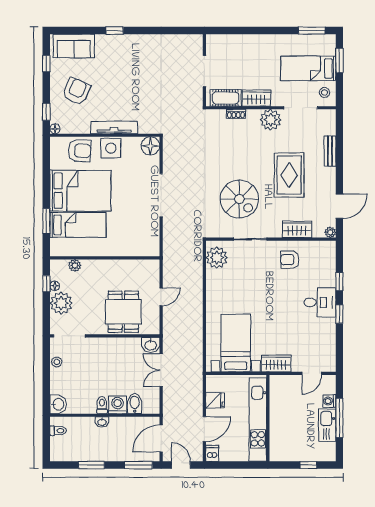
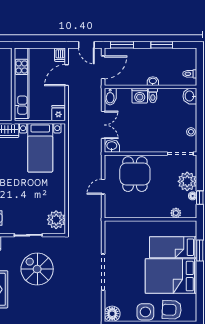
fridge: (215, 400) -> (58, 113), moved, turned 90
bidet: (135, 404) -> (110, 97), moved

